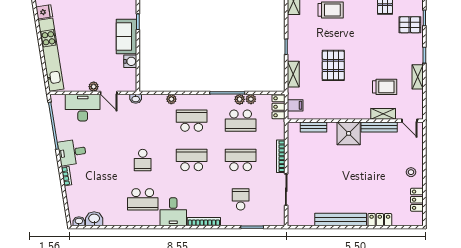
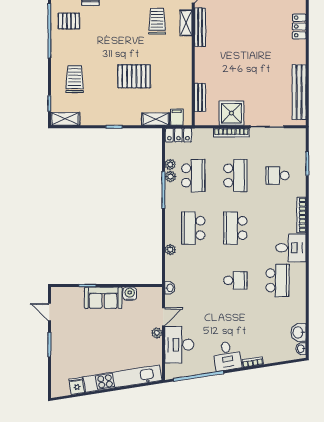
shelving: (293, 74) -> (156, 119), moved
shower: (349, 133) -> (231, 113), moved
school desk: (241, 160) -> (235, 176), turned 180
bench: (341, 219) -> (299, 92), moved

